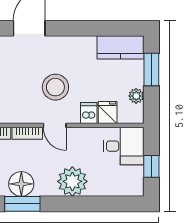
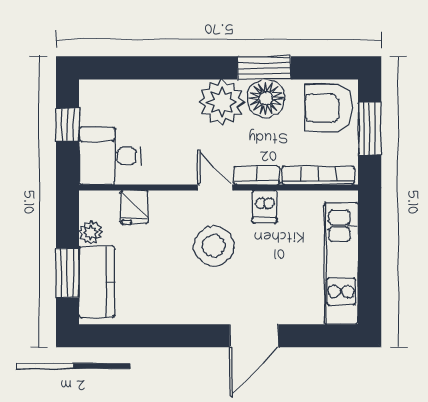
kitchen counter: (120, 47) -> (97, 282), moved, turned 90
dishwasher: (89, 113) -> (265, 207), moved
plant: (72, 181) -> (222, 102), moved

